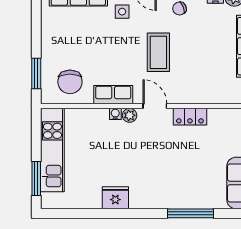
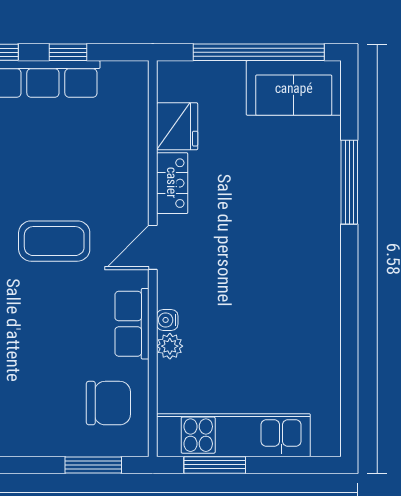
plant: (130, 115) -> (170, 346), moved
window: (36, 179) -> (215, 465), moved
fridge: (115, 198) -> (177, 126), moved, turned 180

